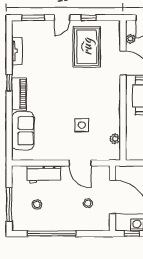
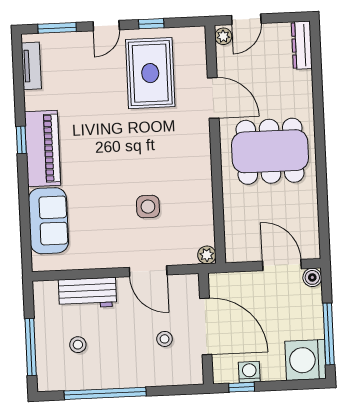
plant: (130, 39) -> (223, 36), moved
tv unit: (17, 51) -> (31, 66), moved
piano: (19, 94) -> (42, 149), width x1.37, depth x1.33
plant: (115, 139) -> (207, 255), moved

